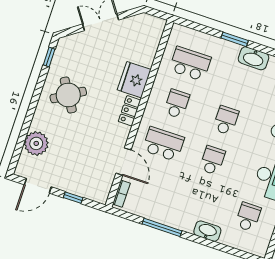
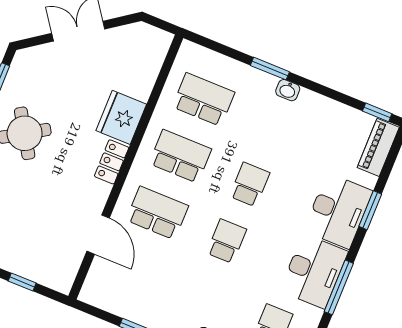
washbasin: (254, 58) -> (288, 90), width x0.52, depth x0.69
school desk: (177, 104) -> (180, 156), width x1.85
bookcase: (121, 194) -> (92, 281), removed

